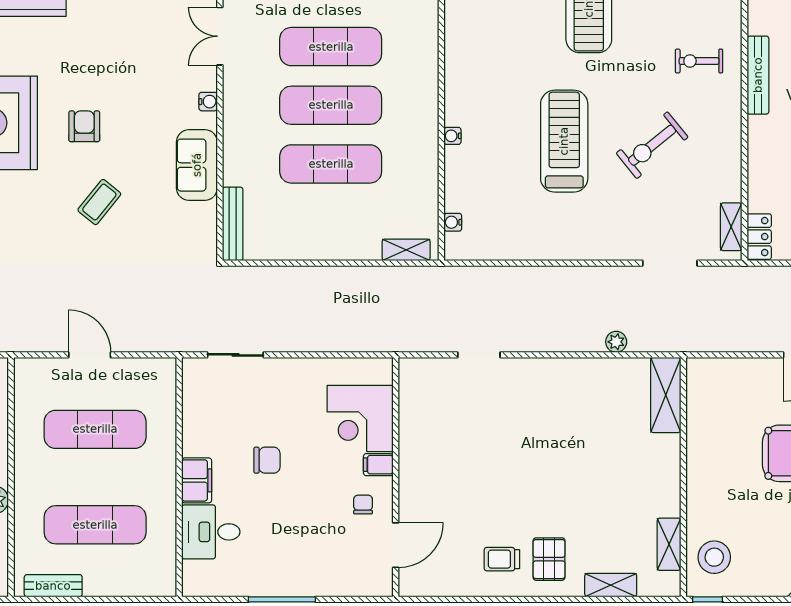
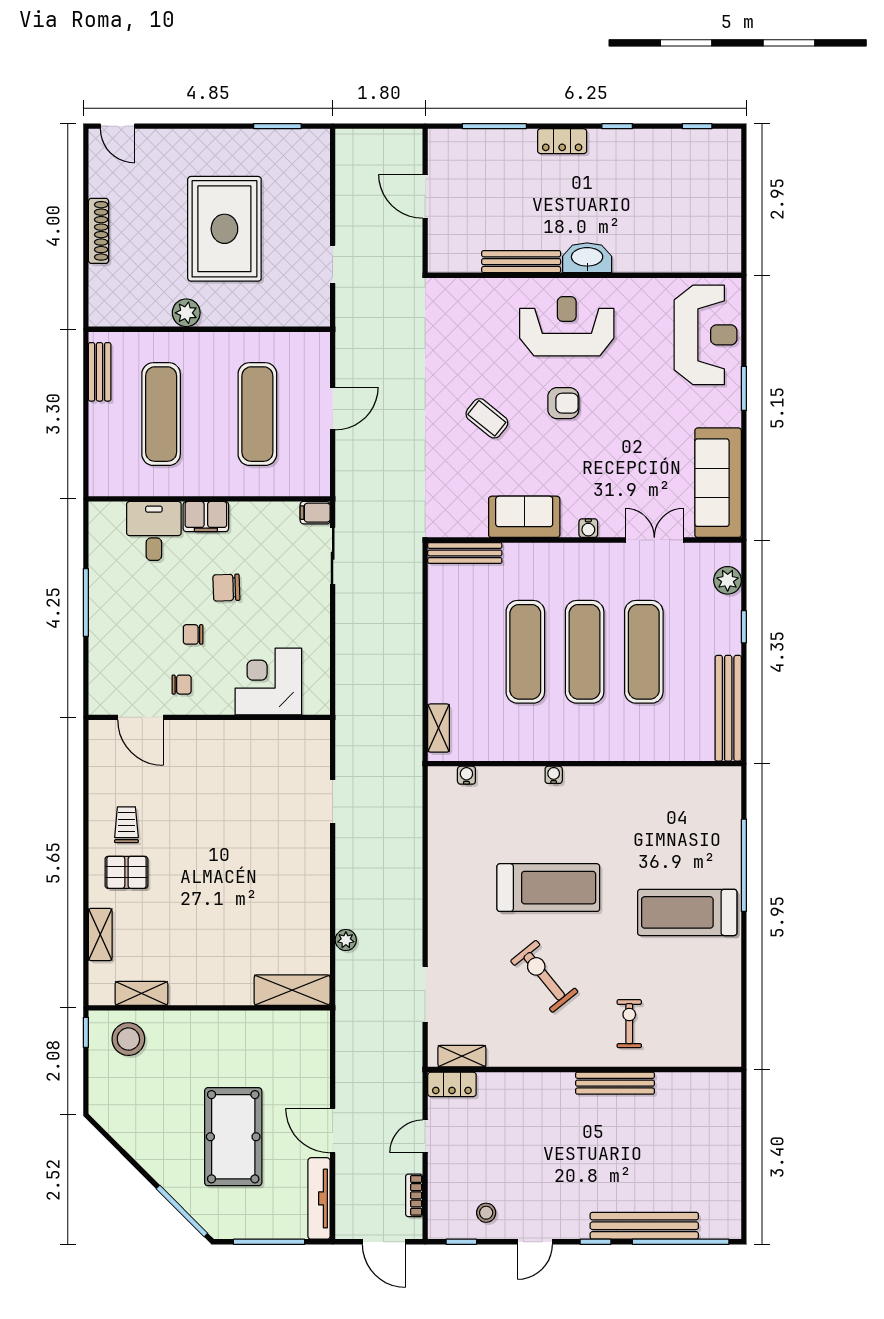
chair: (267, 460) -> (226, 588), turned 88
filing cabinet: (378, 465) -> (315, 513), moved, turned -90
chair: (313, 493) -> (193, 634), added

